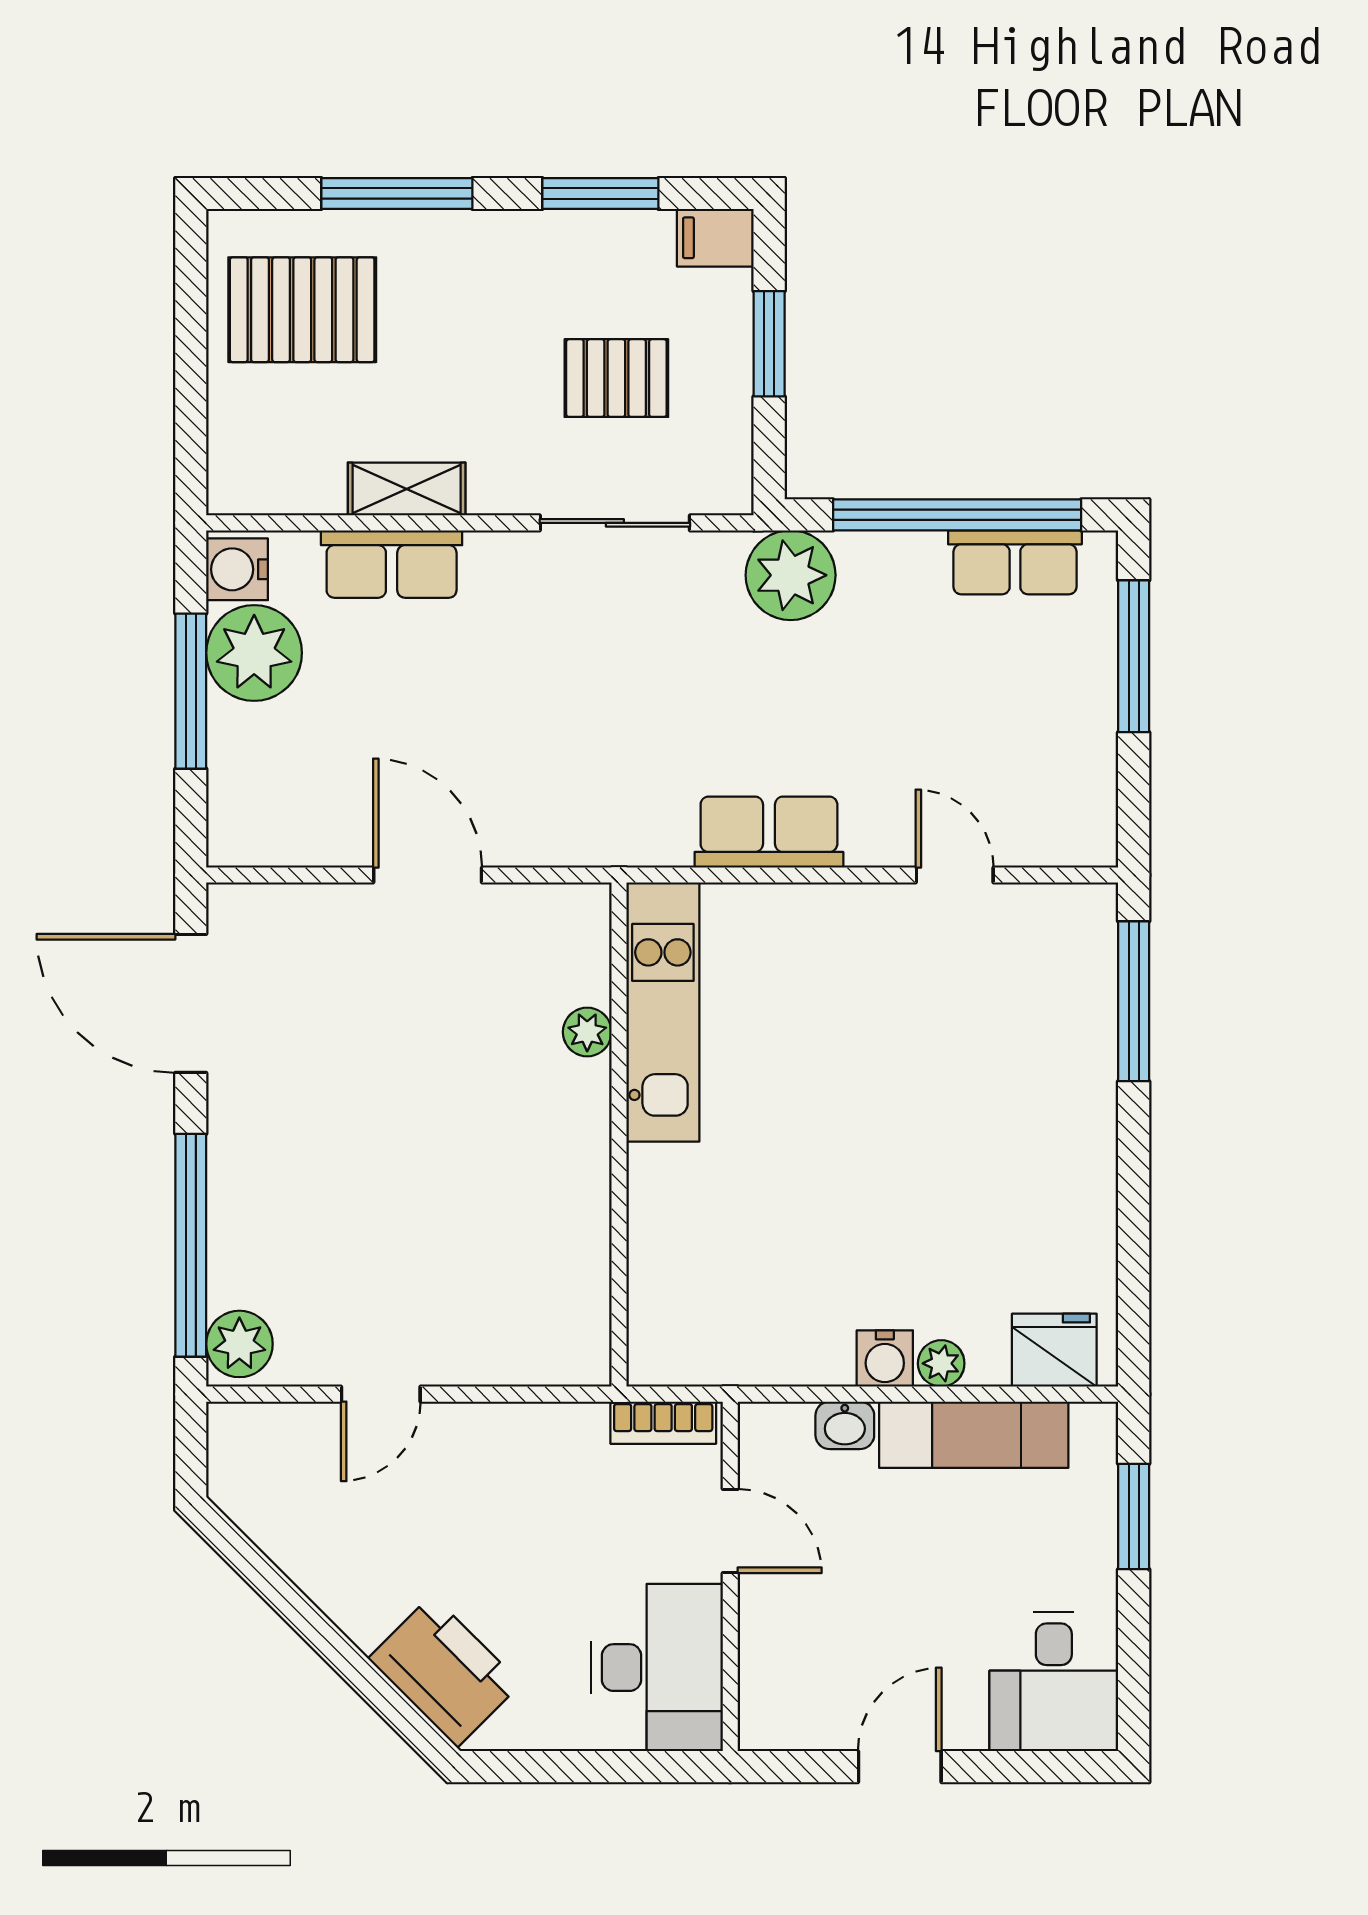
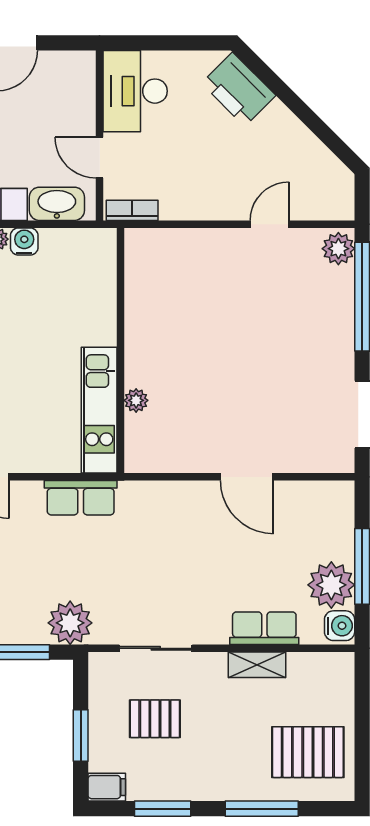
kitchen unit: (663, 1012) -> (99, 410), moved
plant: (587, 1032) -> (136, 400), moved
wall: (619, 1135) -> (121, 351), moved
washbasin: (845, 1425) -> (57, 204), width x1.91, depth x1.45

